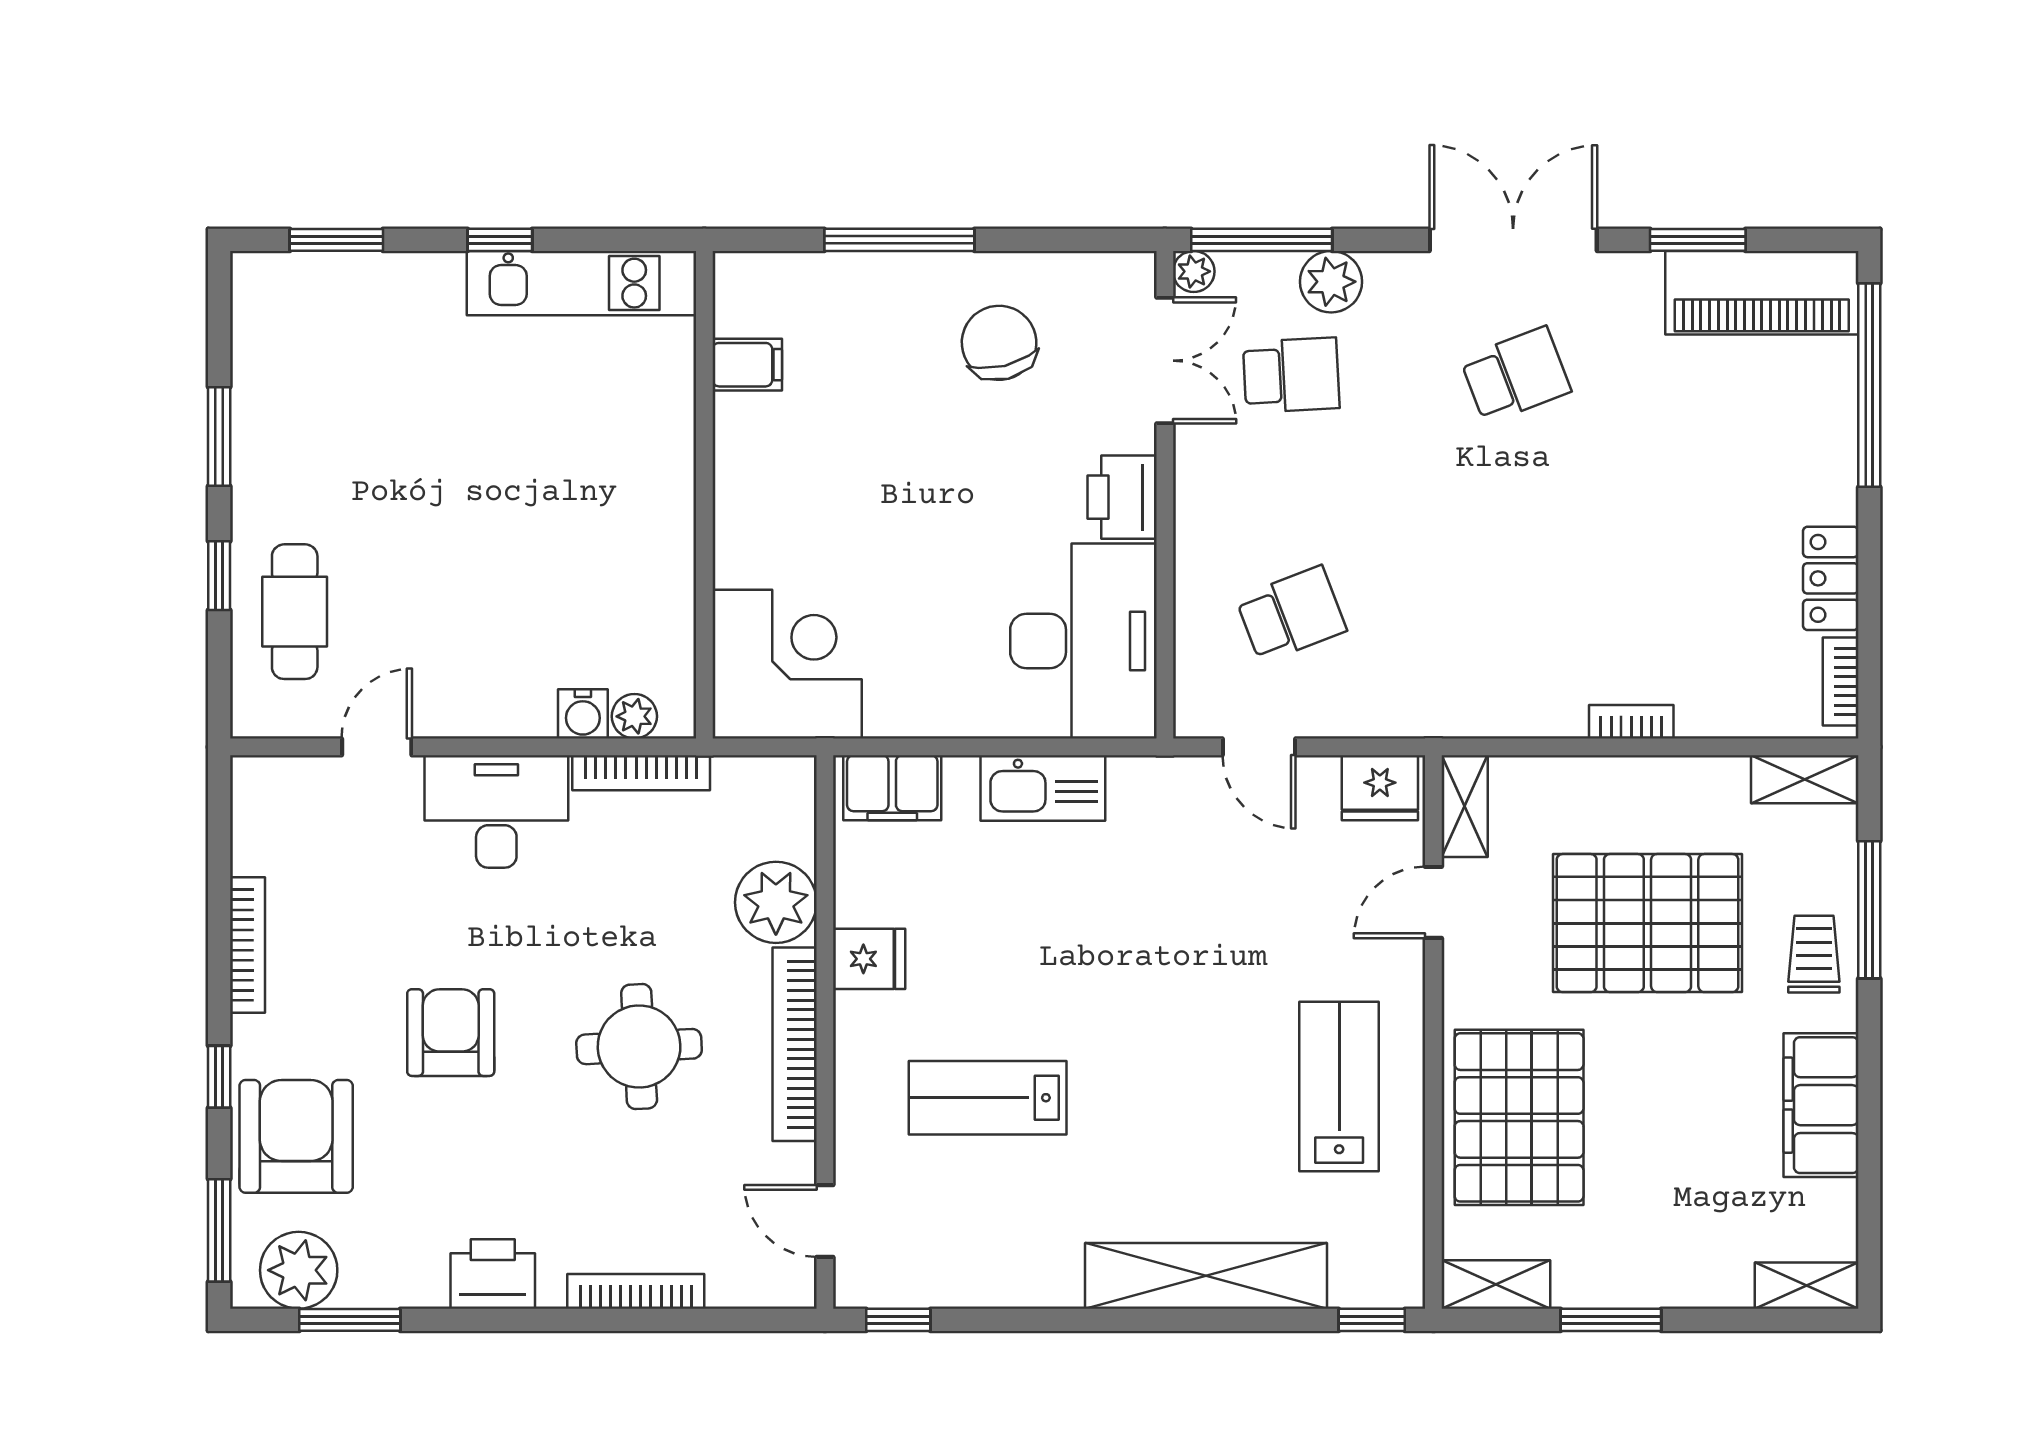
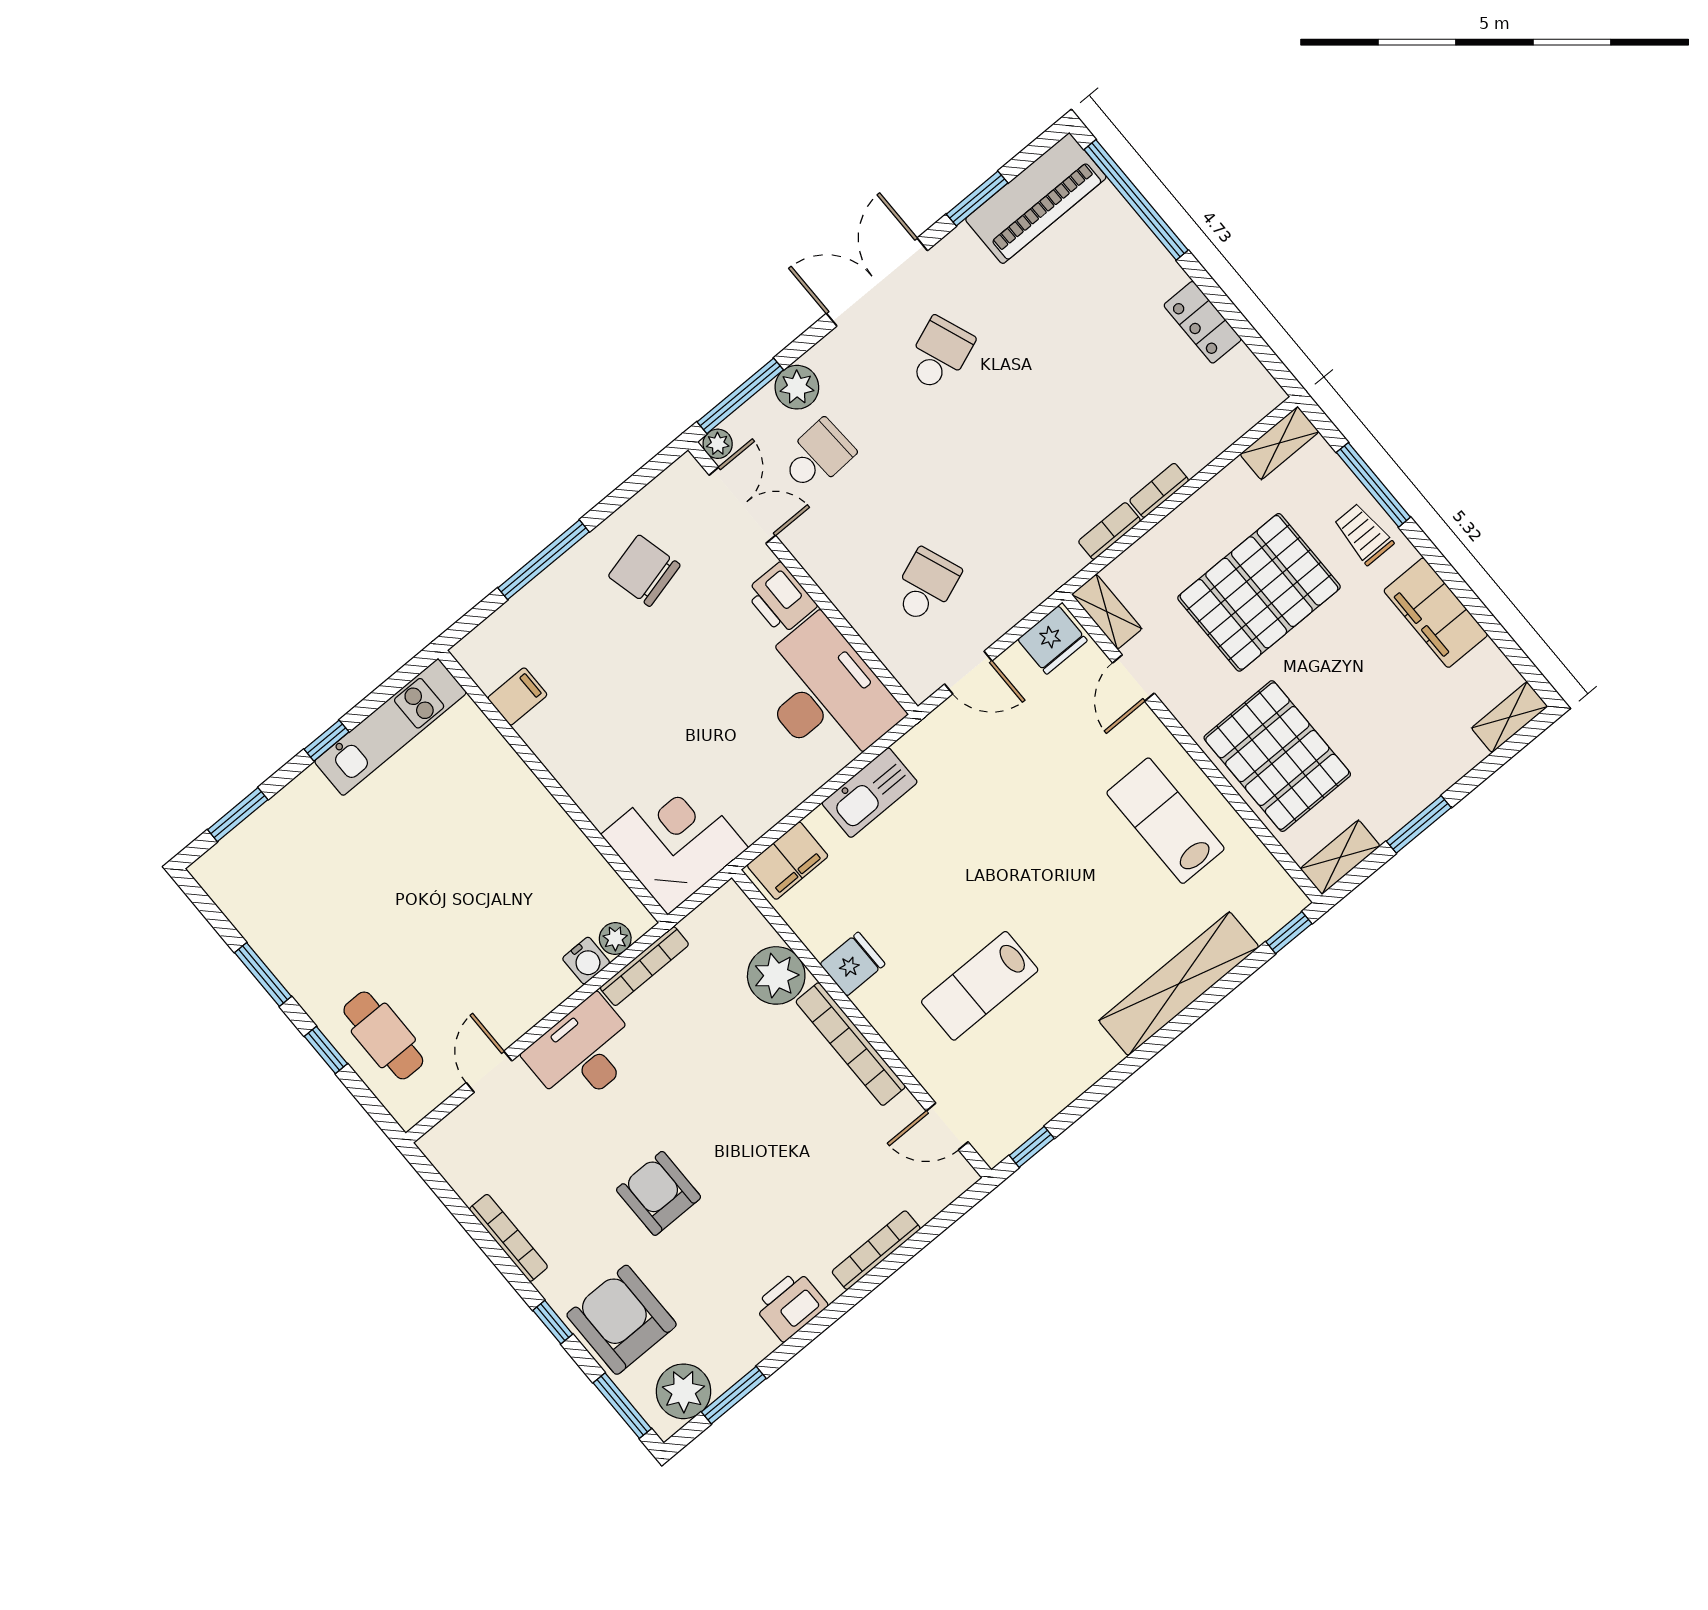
bookcase: (1841, 682) -> (1110, 531), moved, turned 90
round table: (639, 1047) -> (767, 1116), removed

